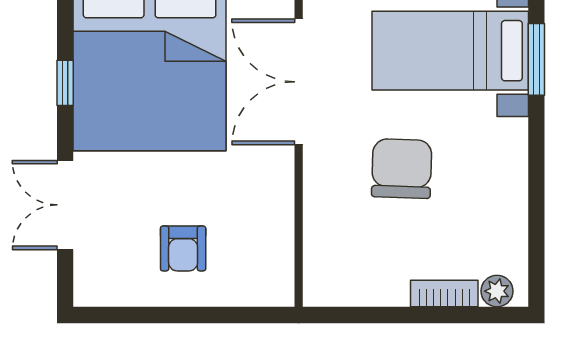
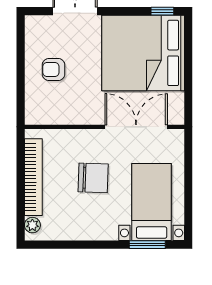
window: (65, 83) -> (162, 11), moved
bookcase: (444, 293) -> (33, 177), width x2.31, depth x1.31

